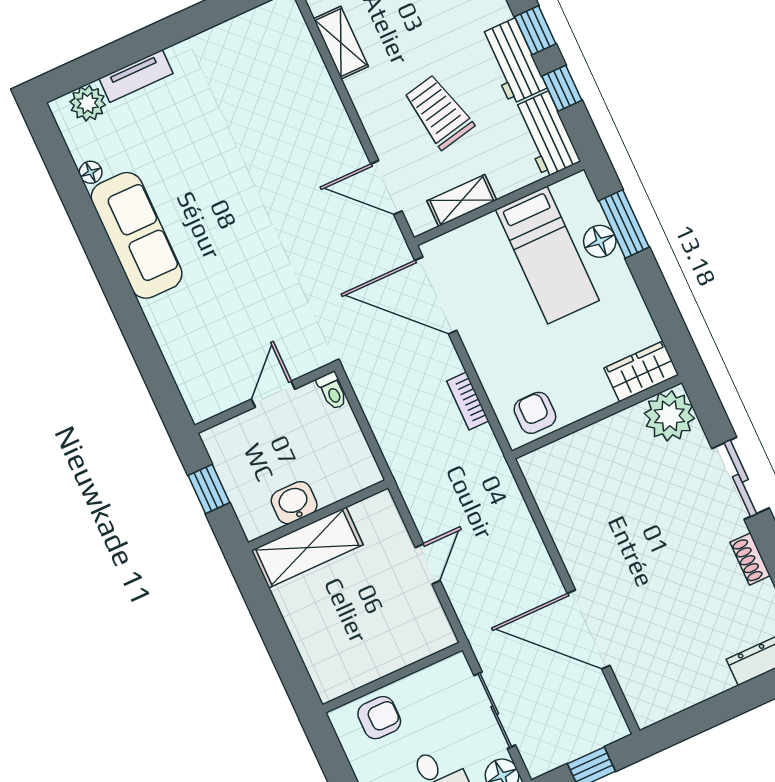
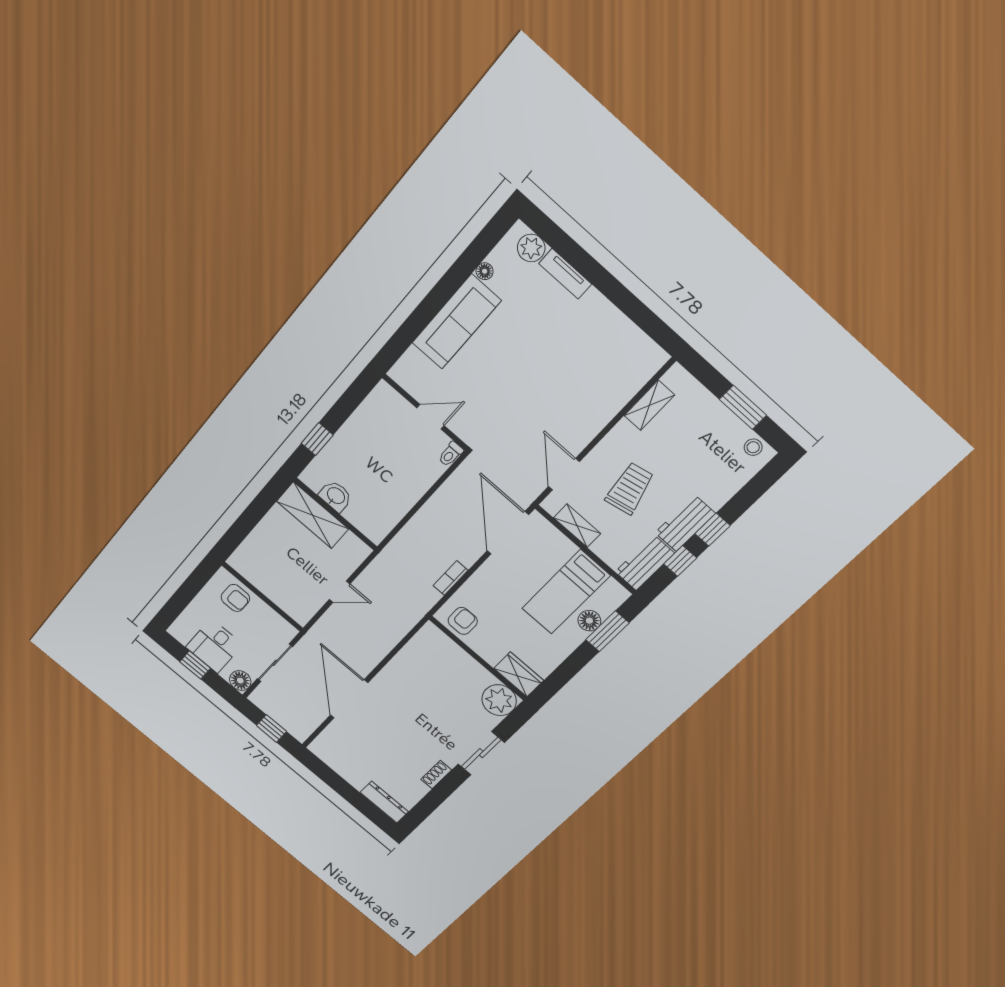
toilet: (332, 391) -> (451, 454), moved
door: (273, 394) -> (431, 417), moved
wall: (265, 398) -> (425, 412), moved

